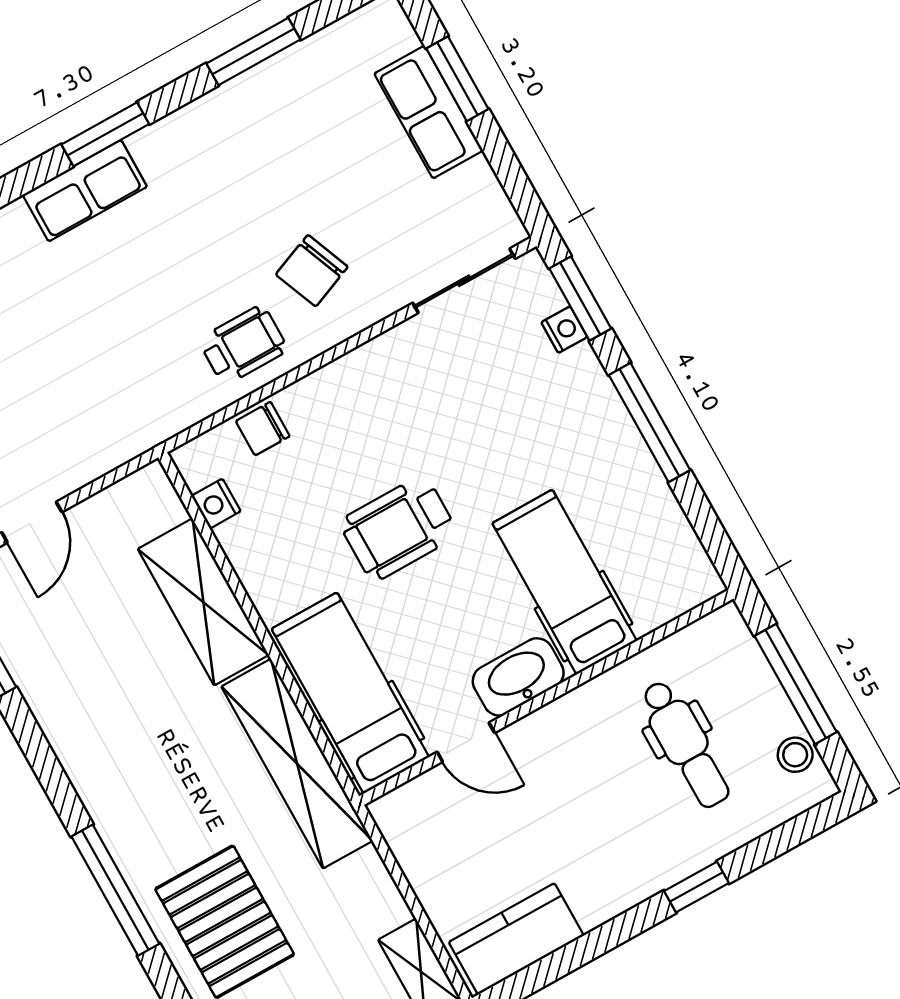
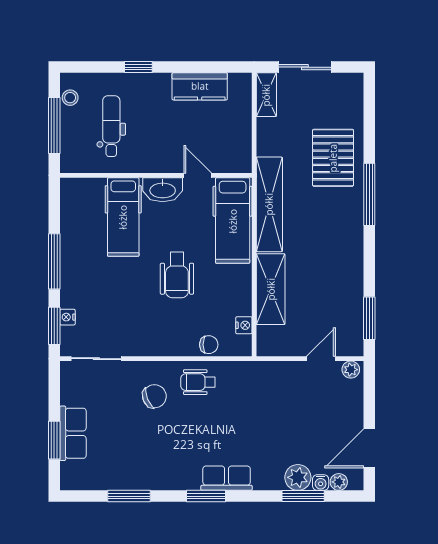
wheelchair: (399, 528) -> (177, 275), turned 90
kitchen counter: (516, 939) -> (200, 86), moved

